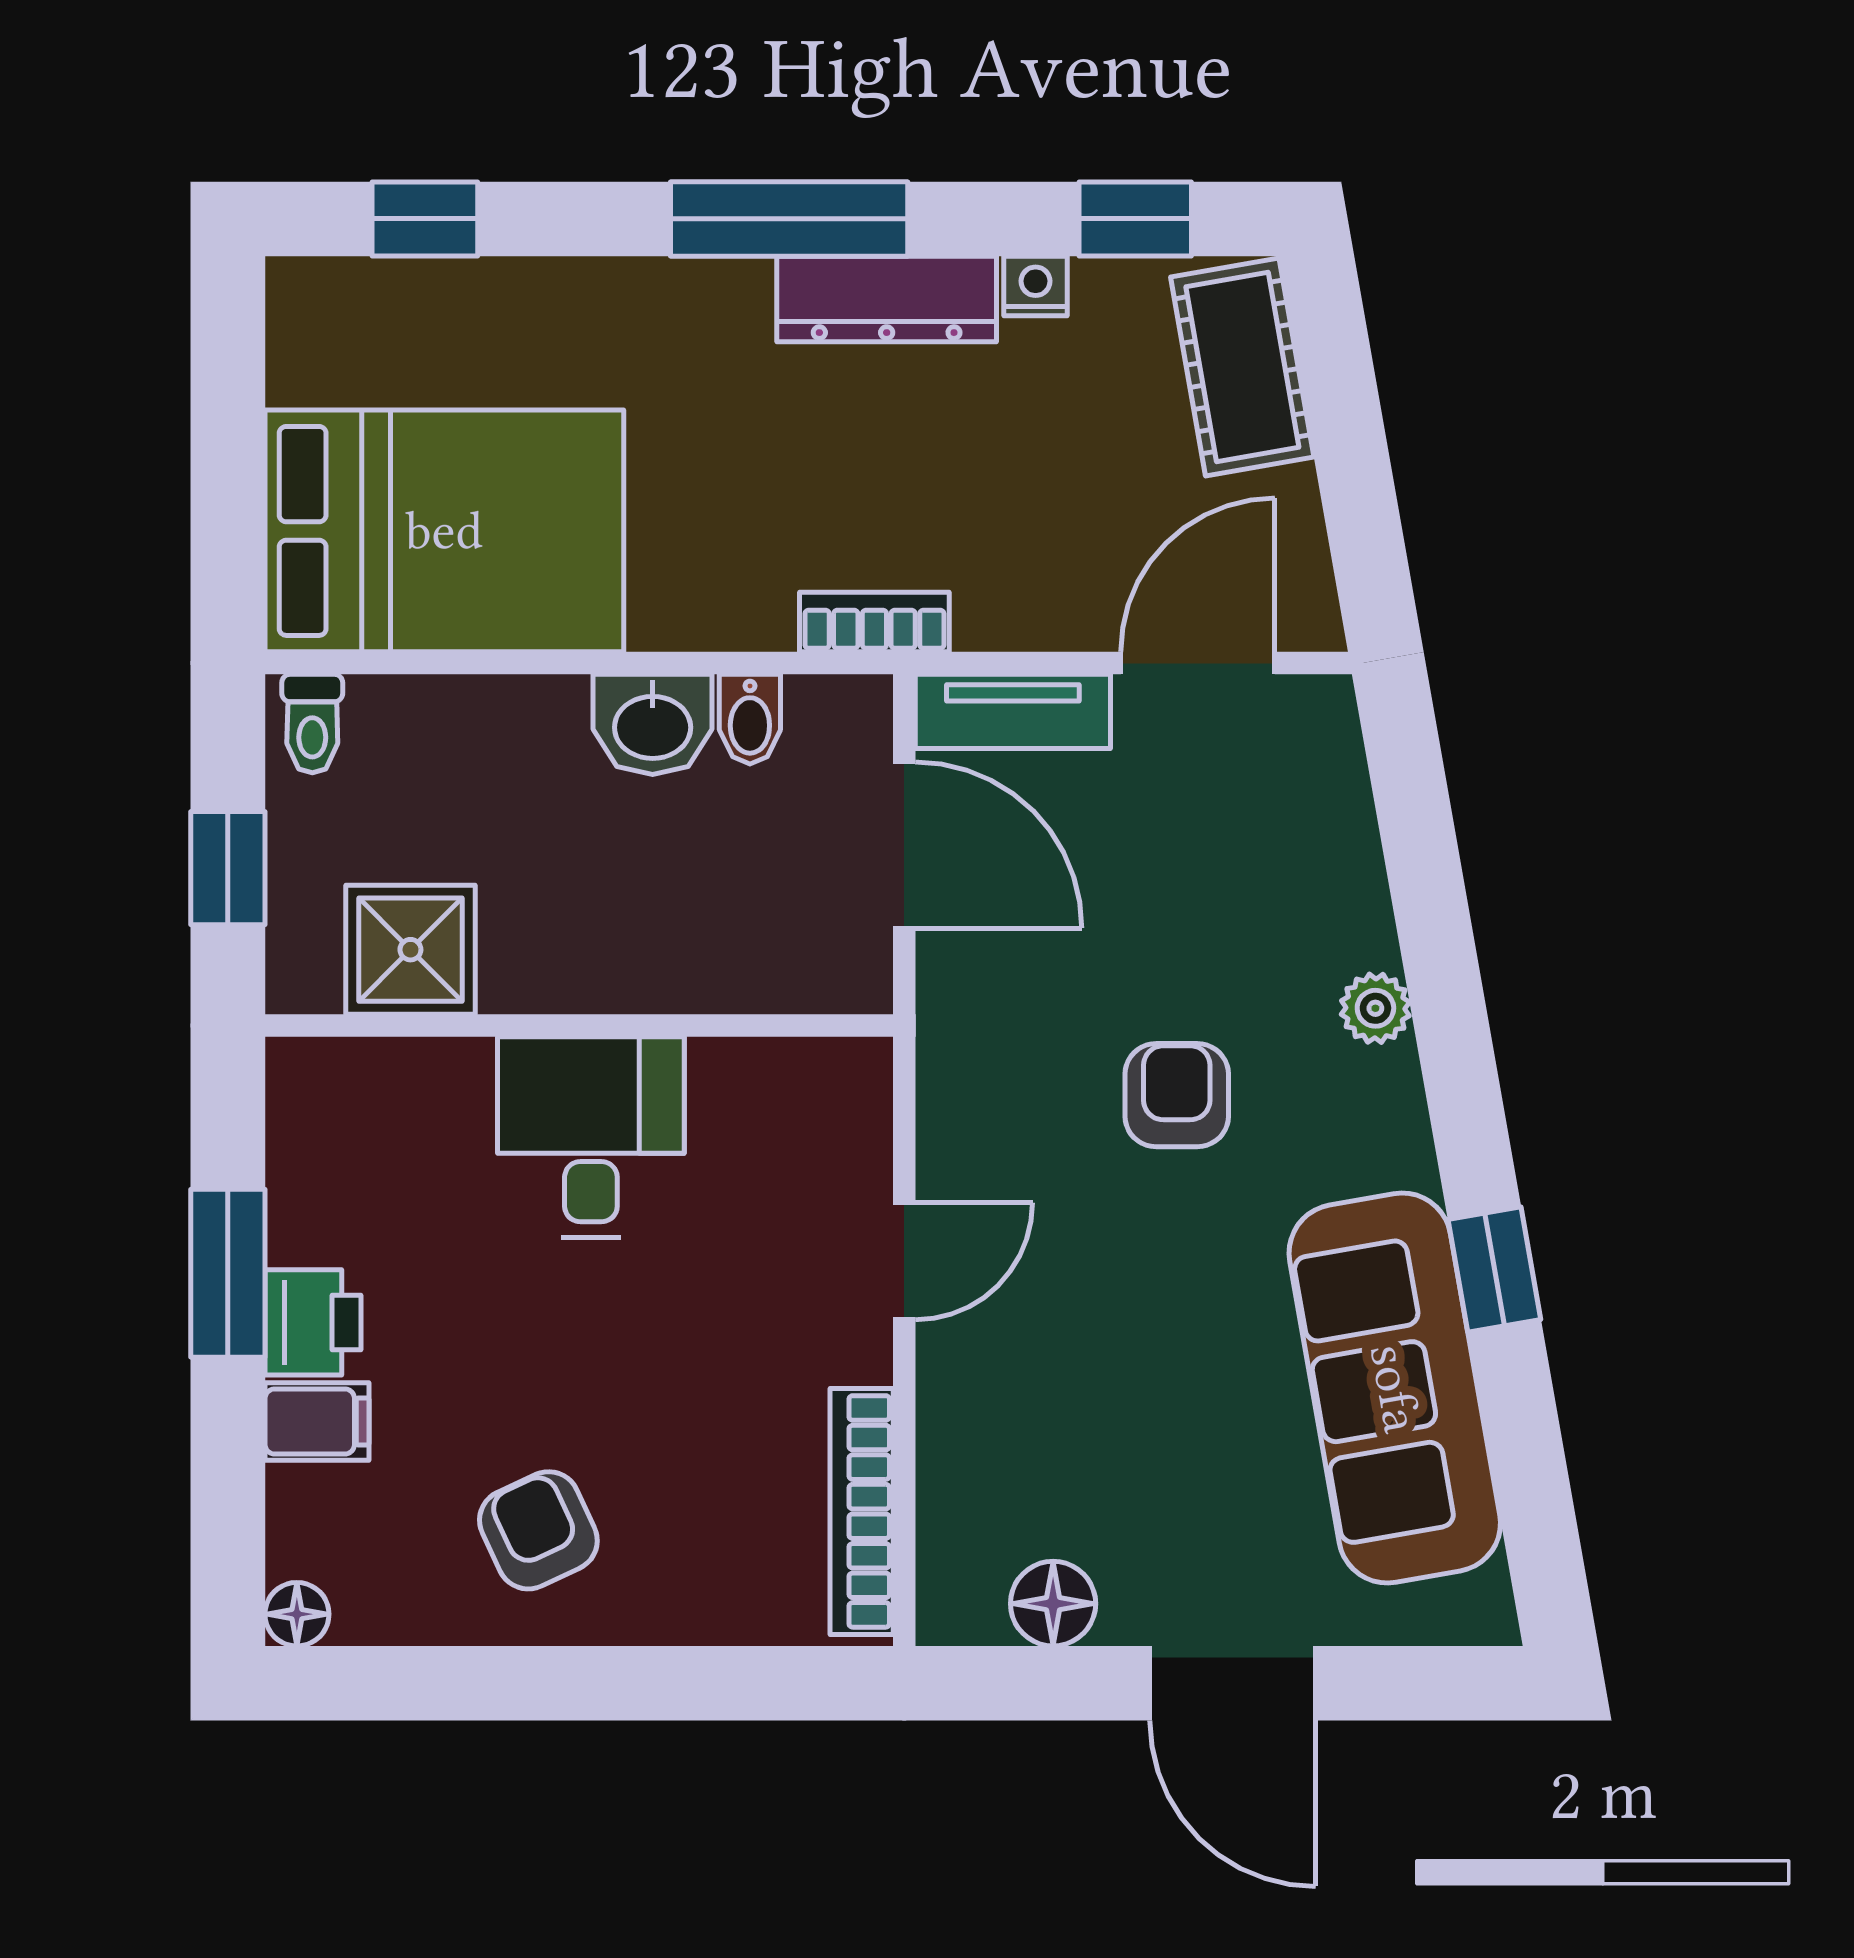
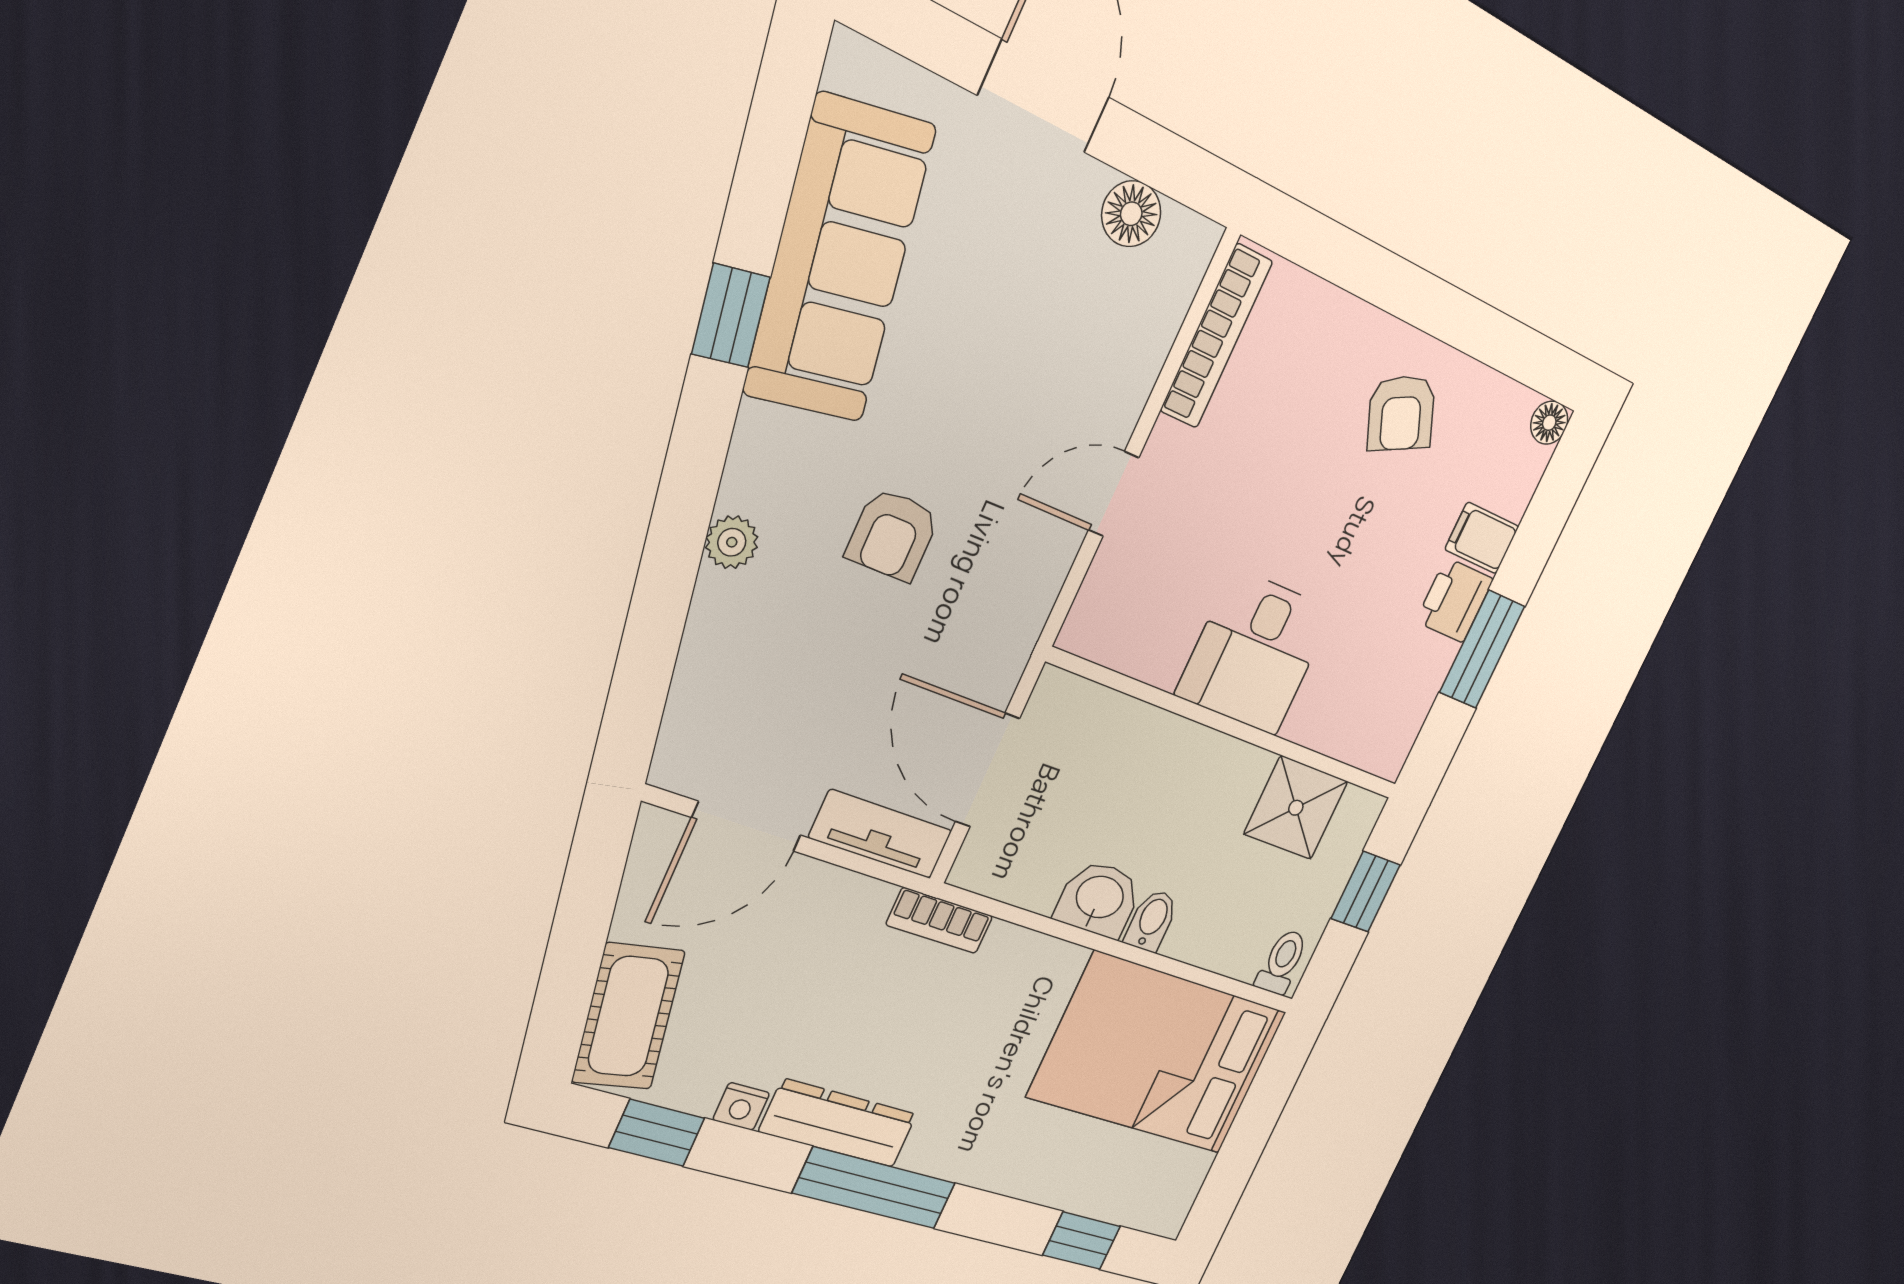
bidet: (750, 719) -> (1152, 921), moved

